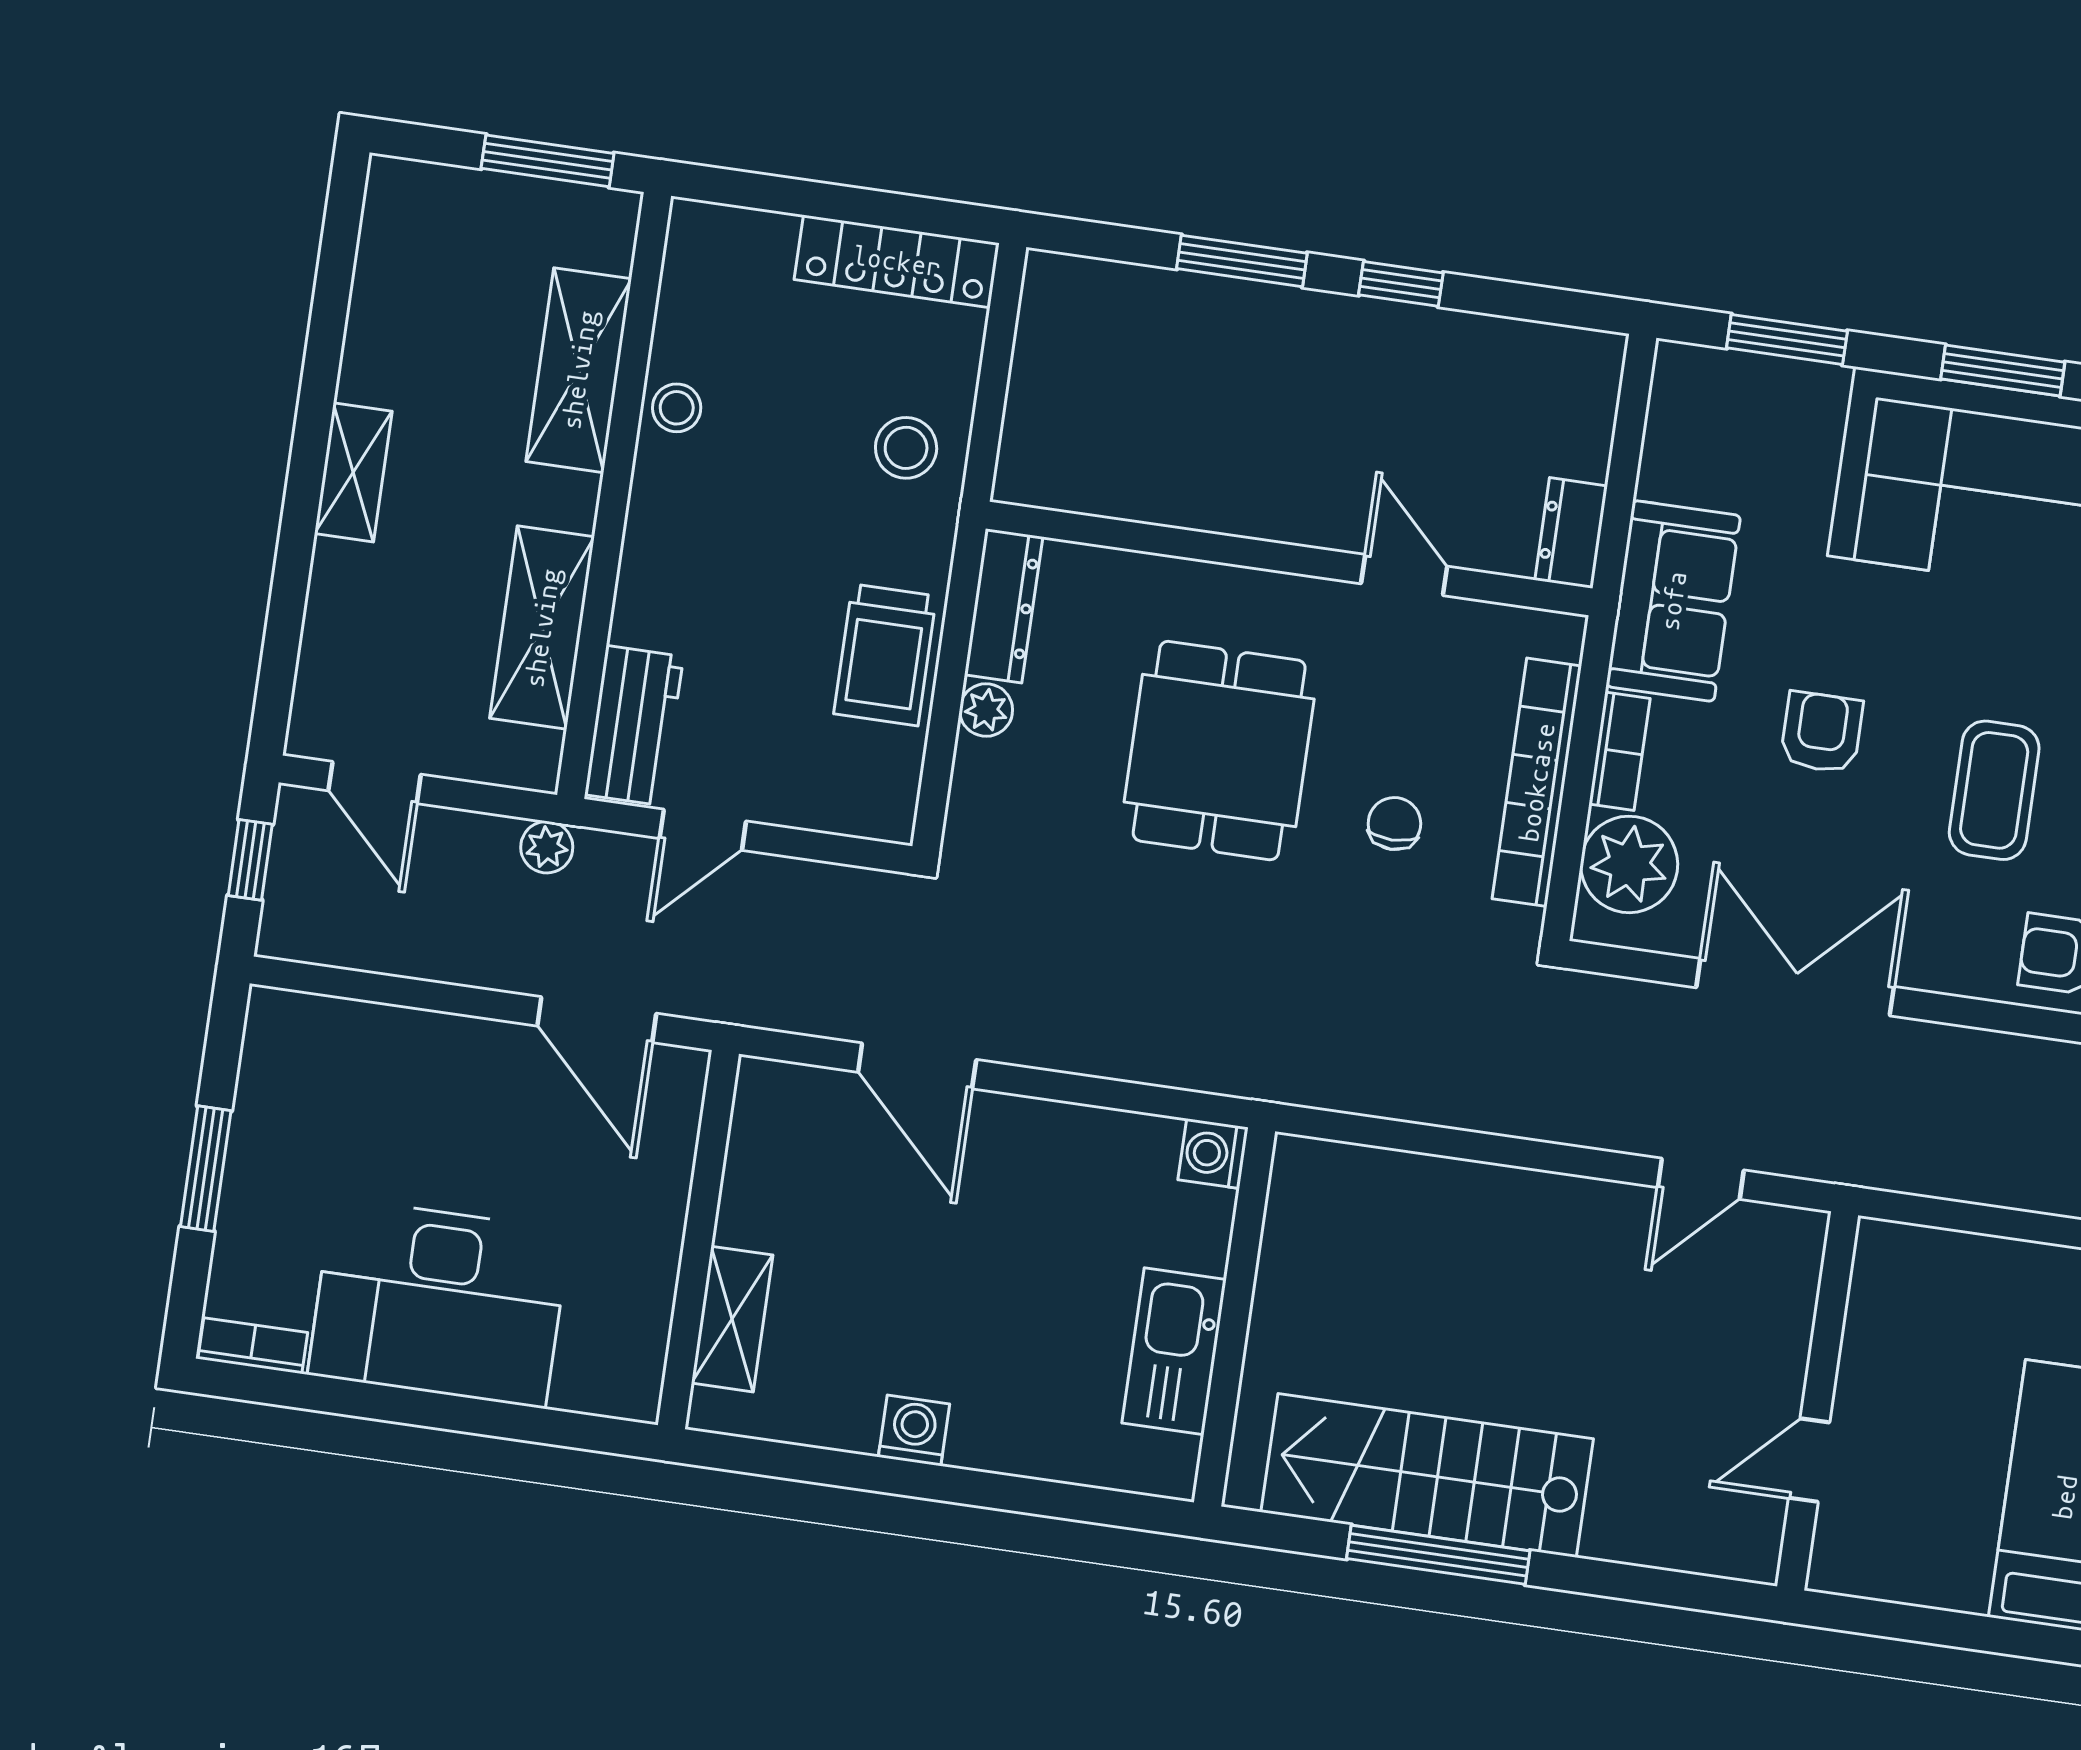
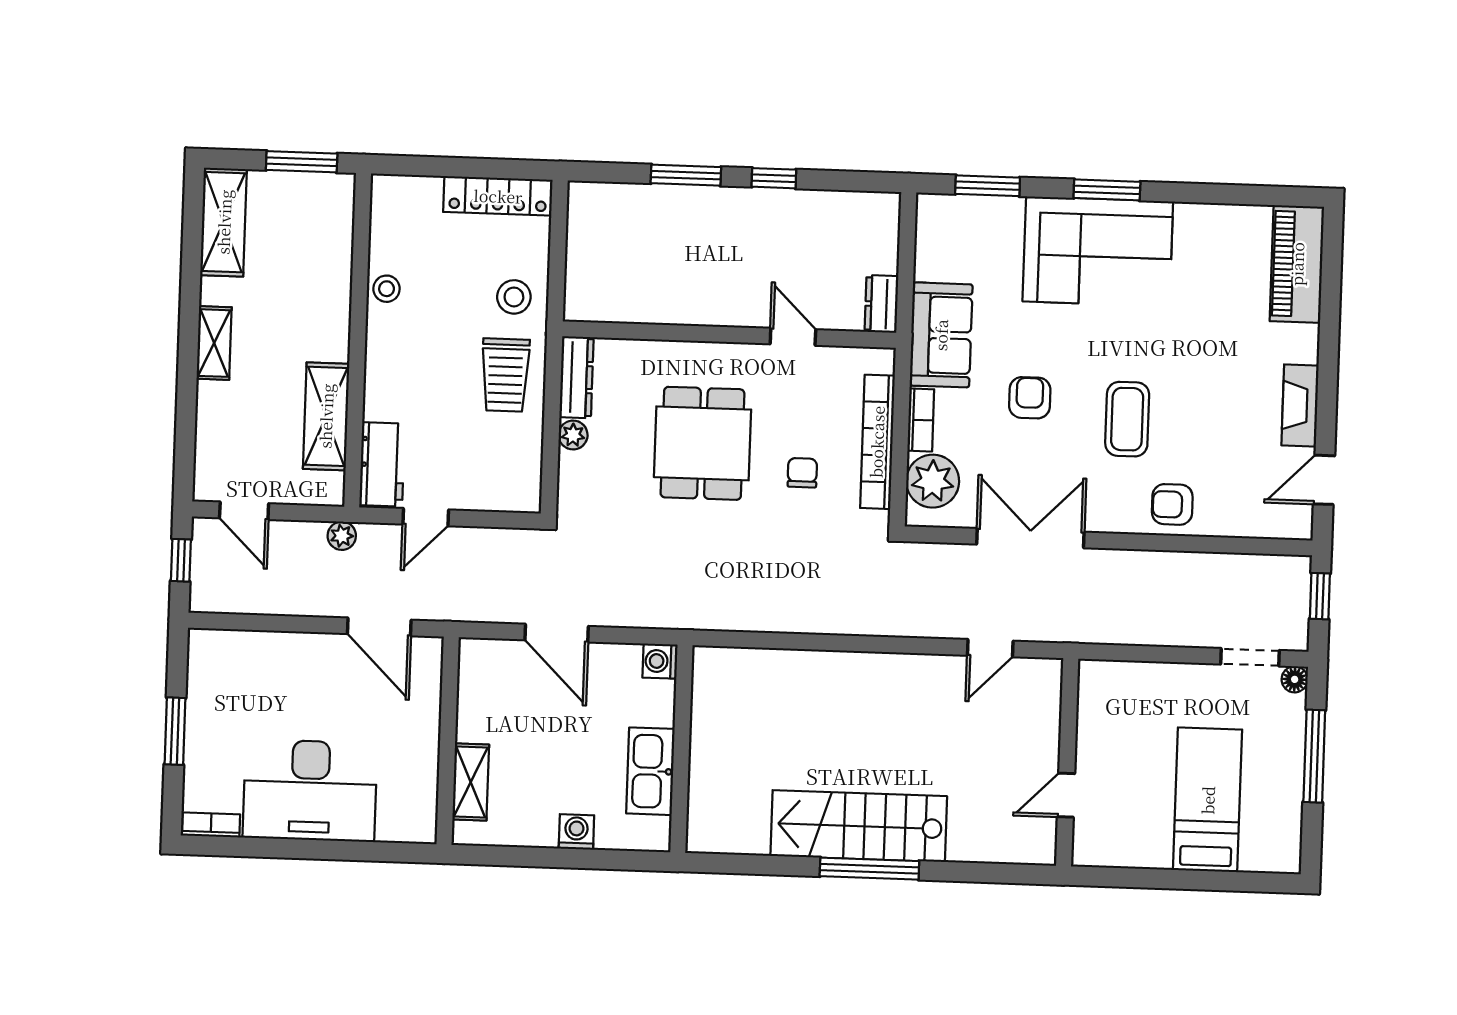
shelving: (579, 370) -> (224, 222), moved
trolley: (885, 655) -> (505, 375), moved
washing machine: (1213, 1154) -> (660, 661), moved
wall: (1235, 1317) -> (681, 749), moved
kitchen sink: (1174, 1351) -> (650, 771), moved

